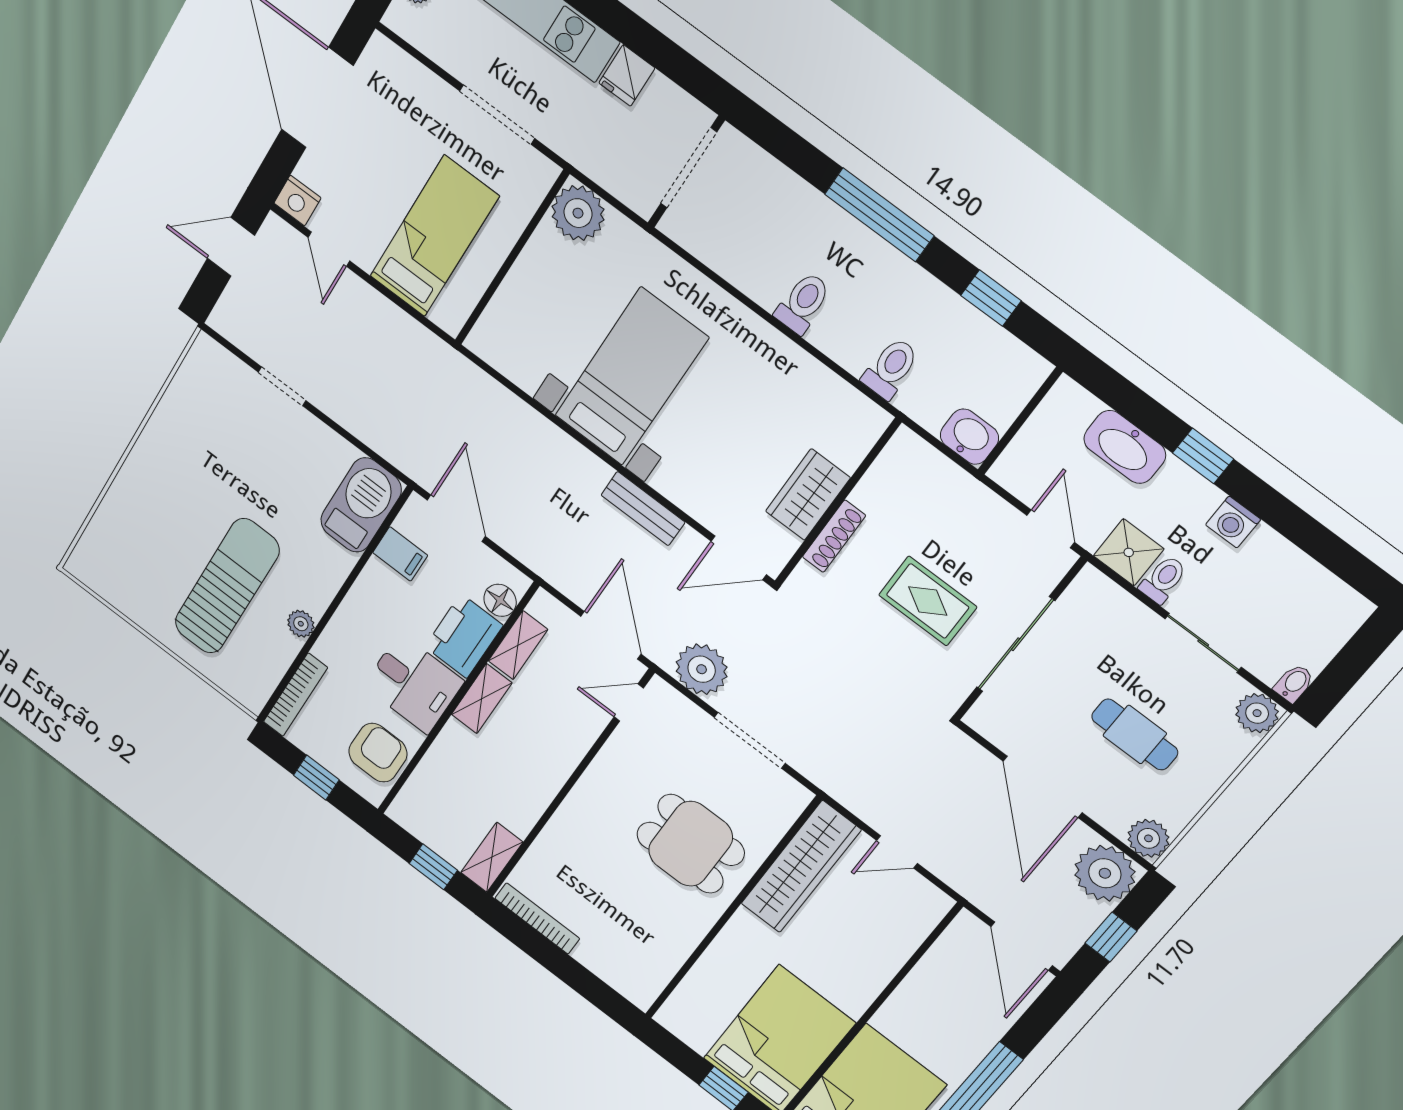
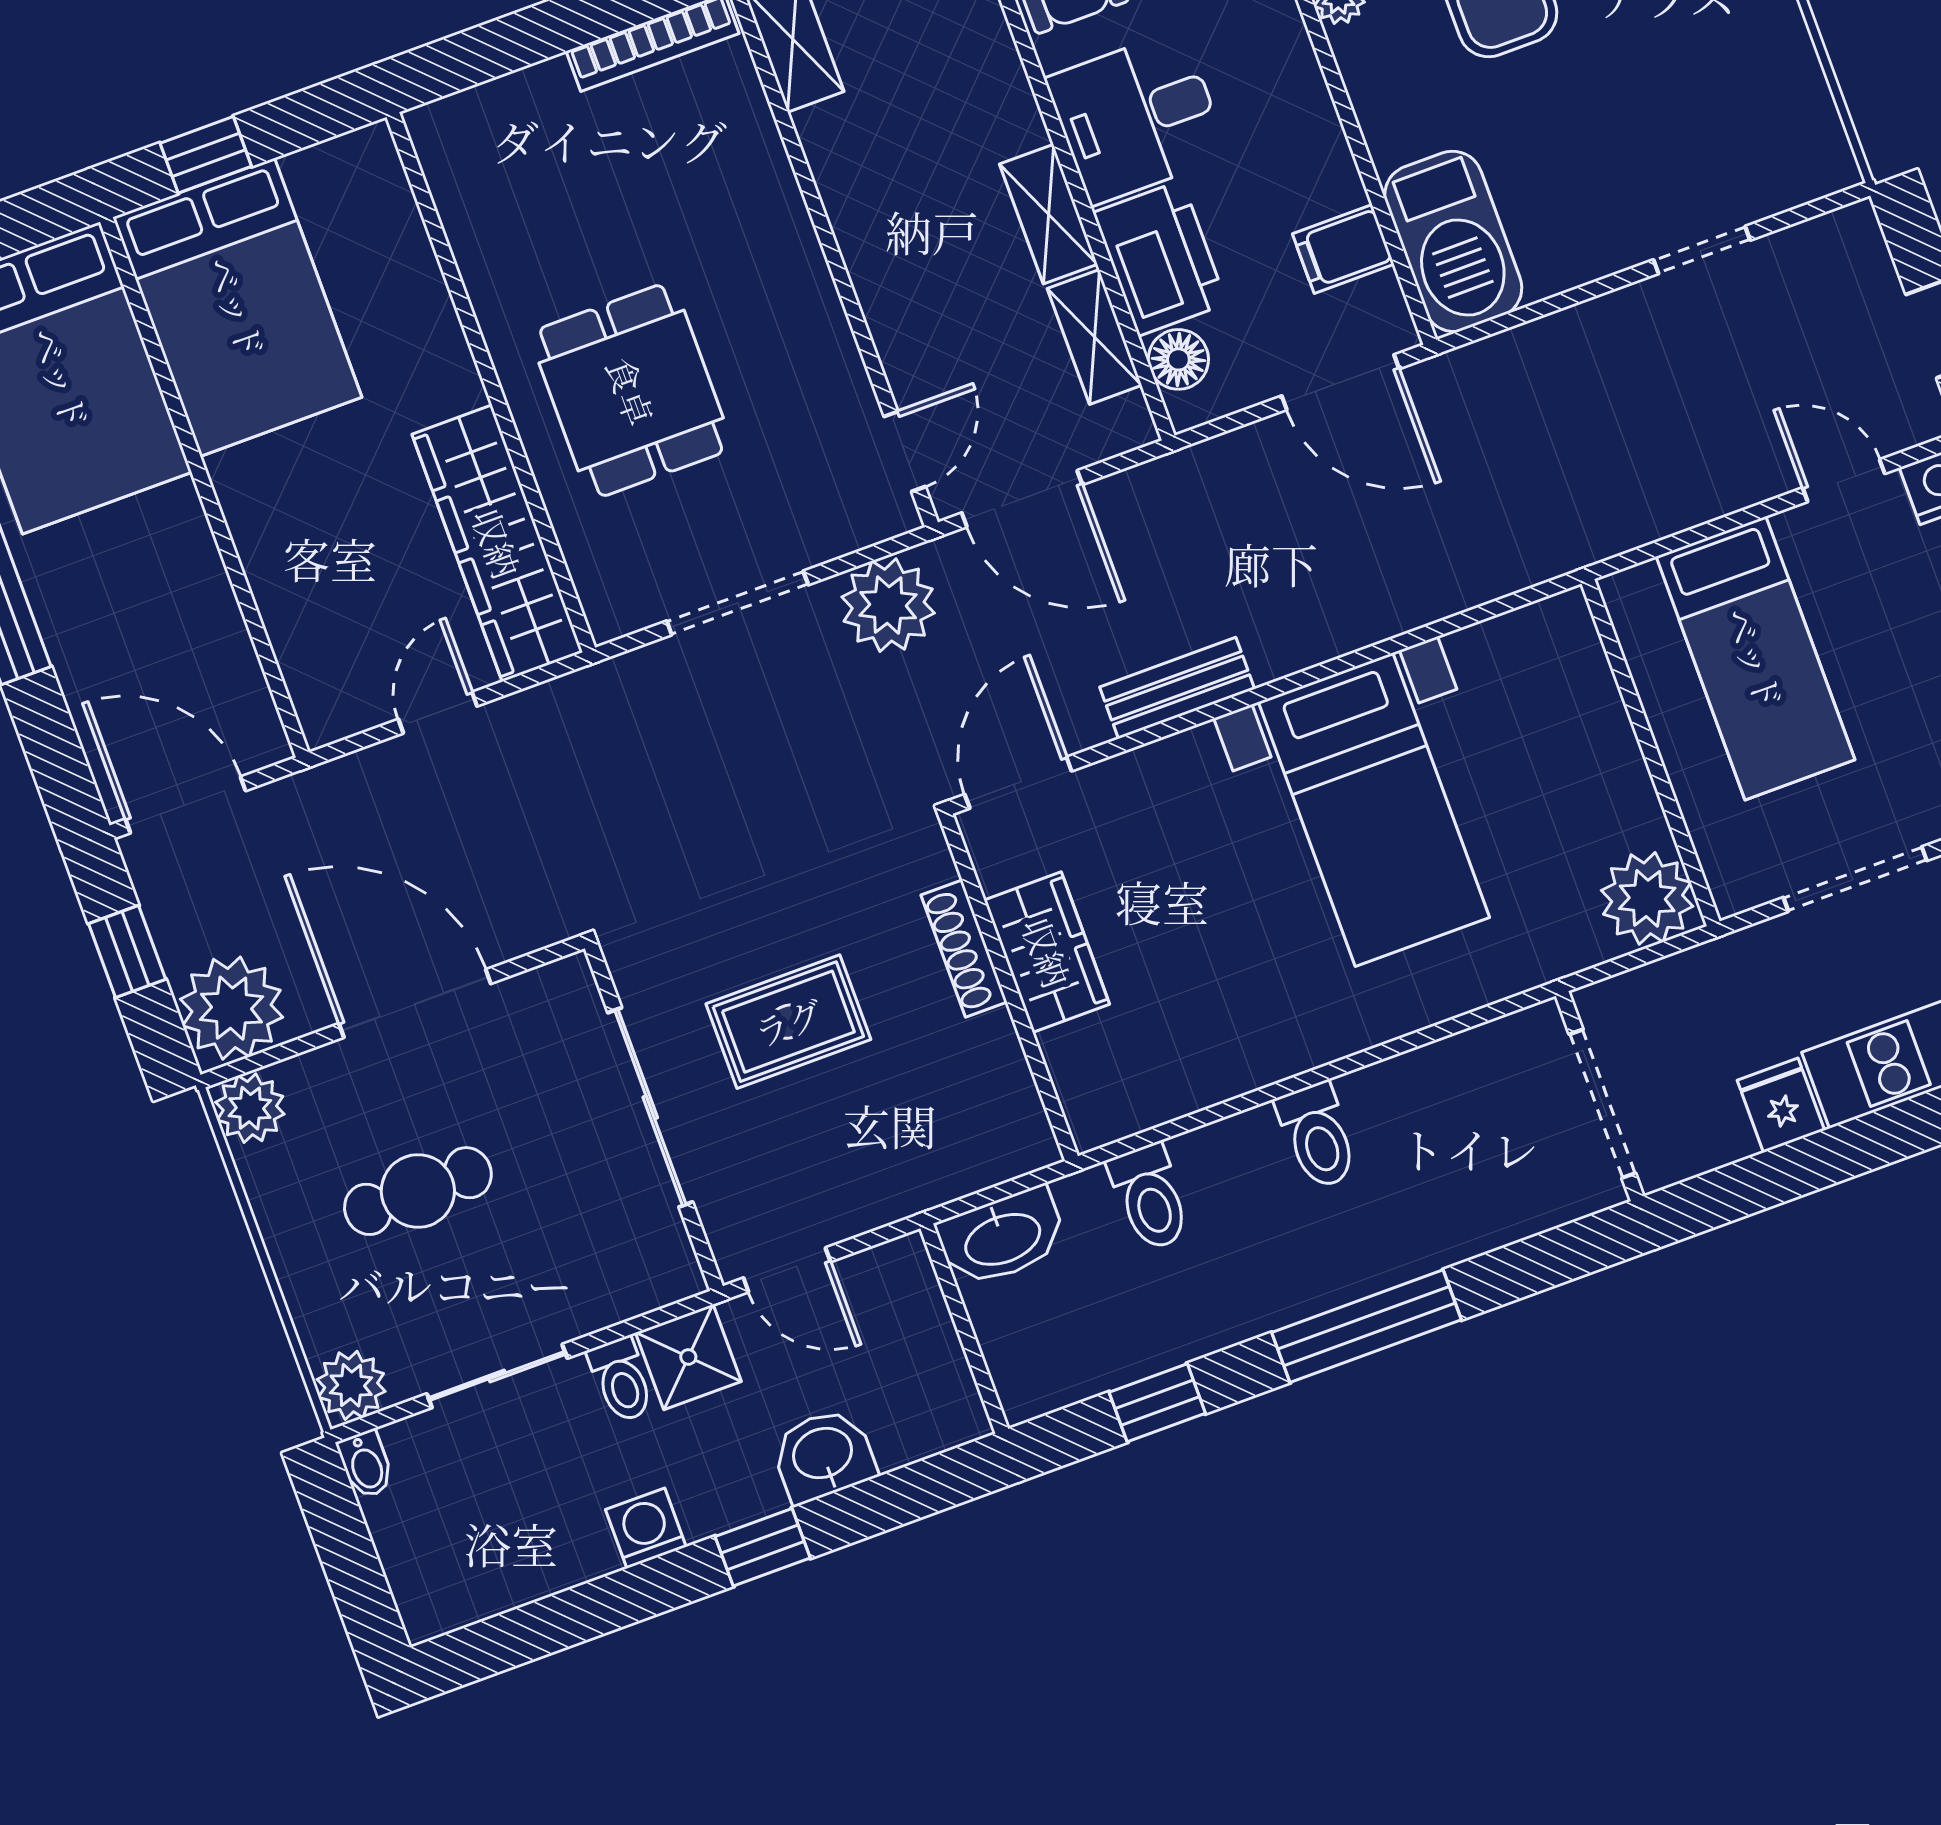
washbasin: (969, 437) -> (1002, 1237), width x1.38
washbasin: (1125, 447) -> (823, 1455), width x0.72
dining table: (691, 844) -> (631, 391), turned 90

